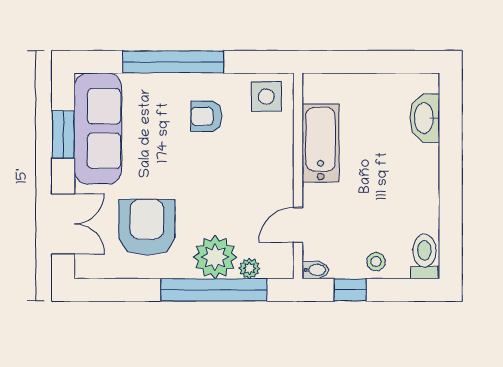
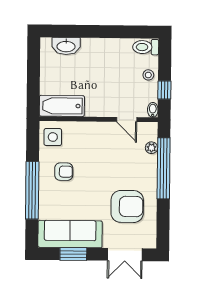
armchair: (206, 116) -> (64, 172), turned -90
bathtub: (321, 143) -> (62, 106), moved
double door: (63, 224) -> (125, 255), swing flipped
armchair: (147, 227) -> (127, 206), turned 180
plant: (215, 257) -> (145, 167), removed

